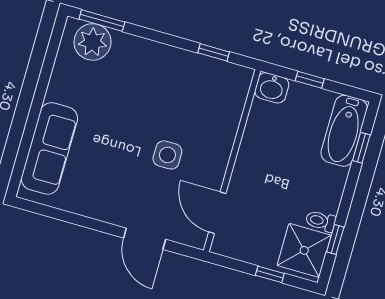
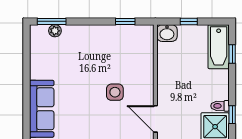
plant: (93, 42) -> (55, 31), width x0.53, depth x0.53

